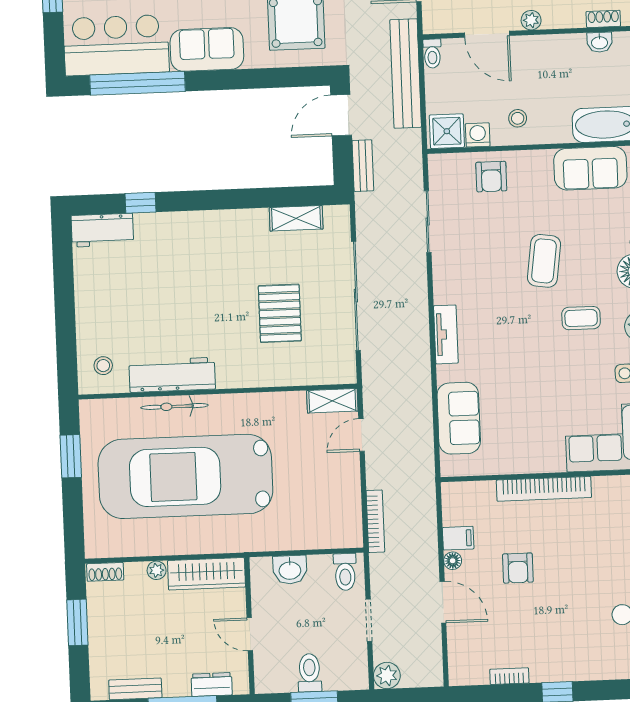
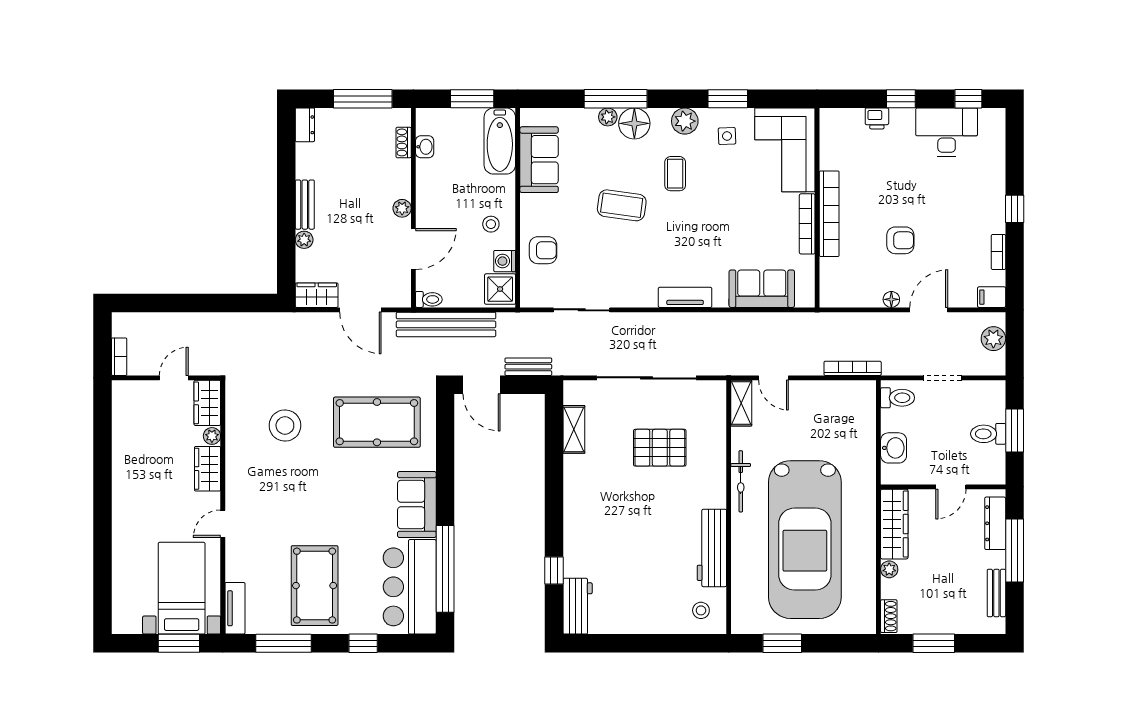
bicycle: (175, 406) -> (741, 481), moved
bookcase: (532, 465) -> (807, 224), added
filing cabinet: (458, 538) -> (992, 297), moved, turned -90
plant: (387, 676) -> (993, 339), moved
dresser: (212, 684) -> (995, 523), width x1.44

